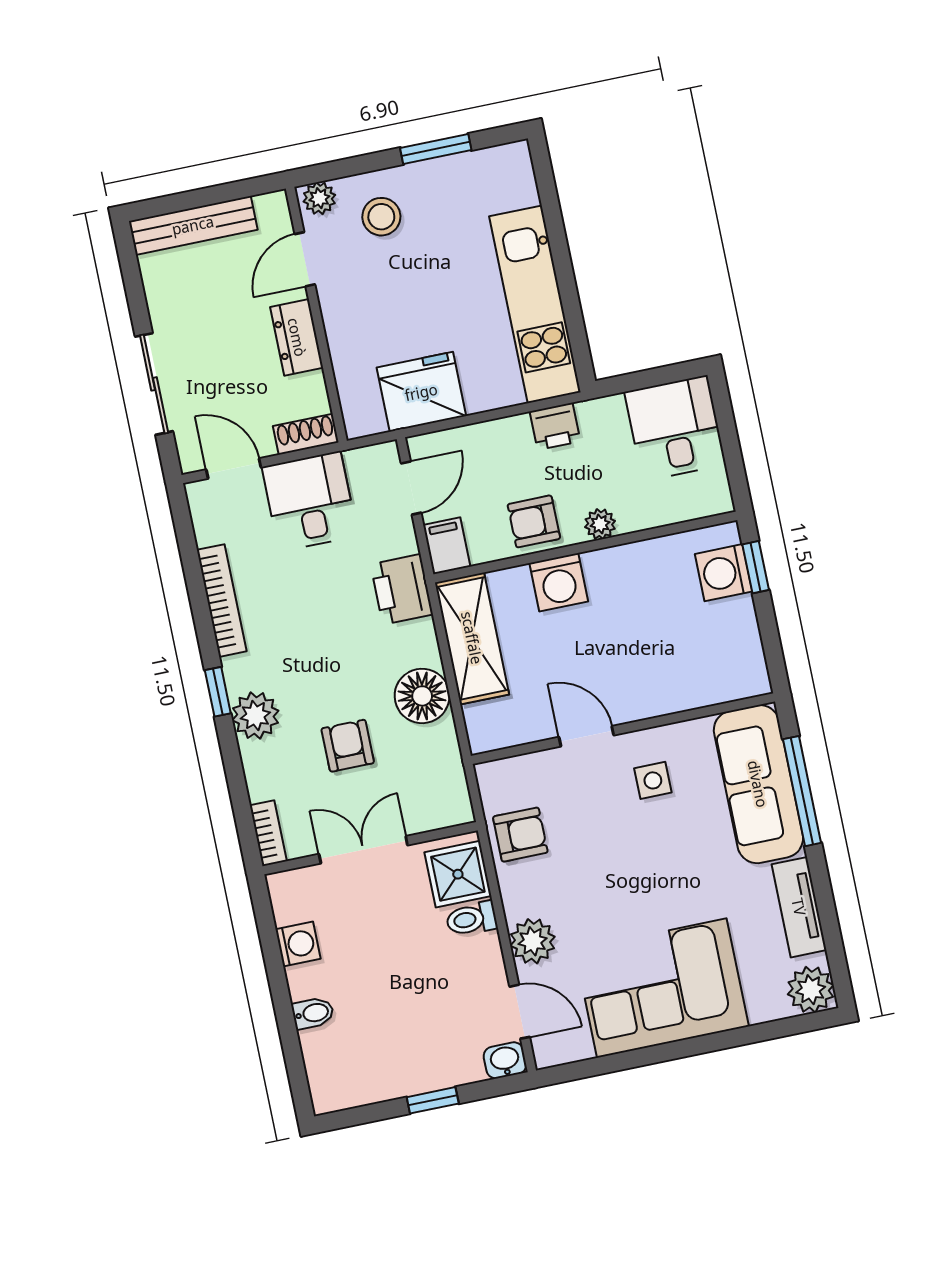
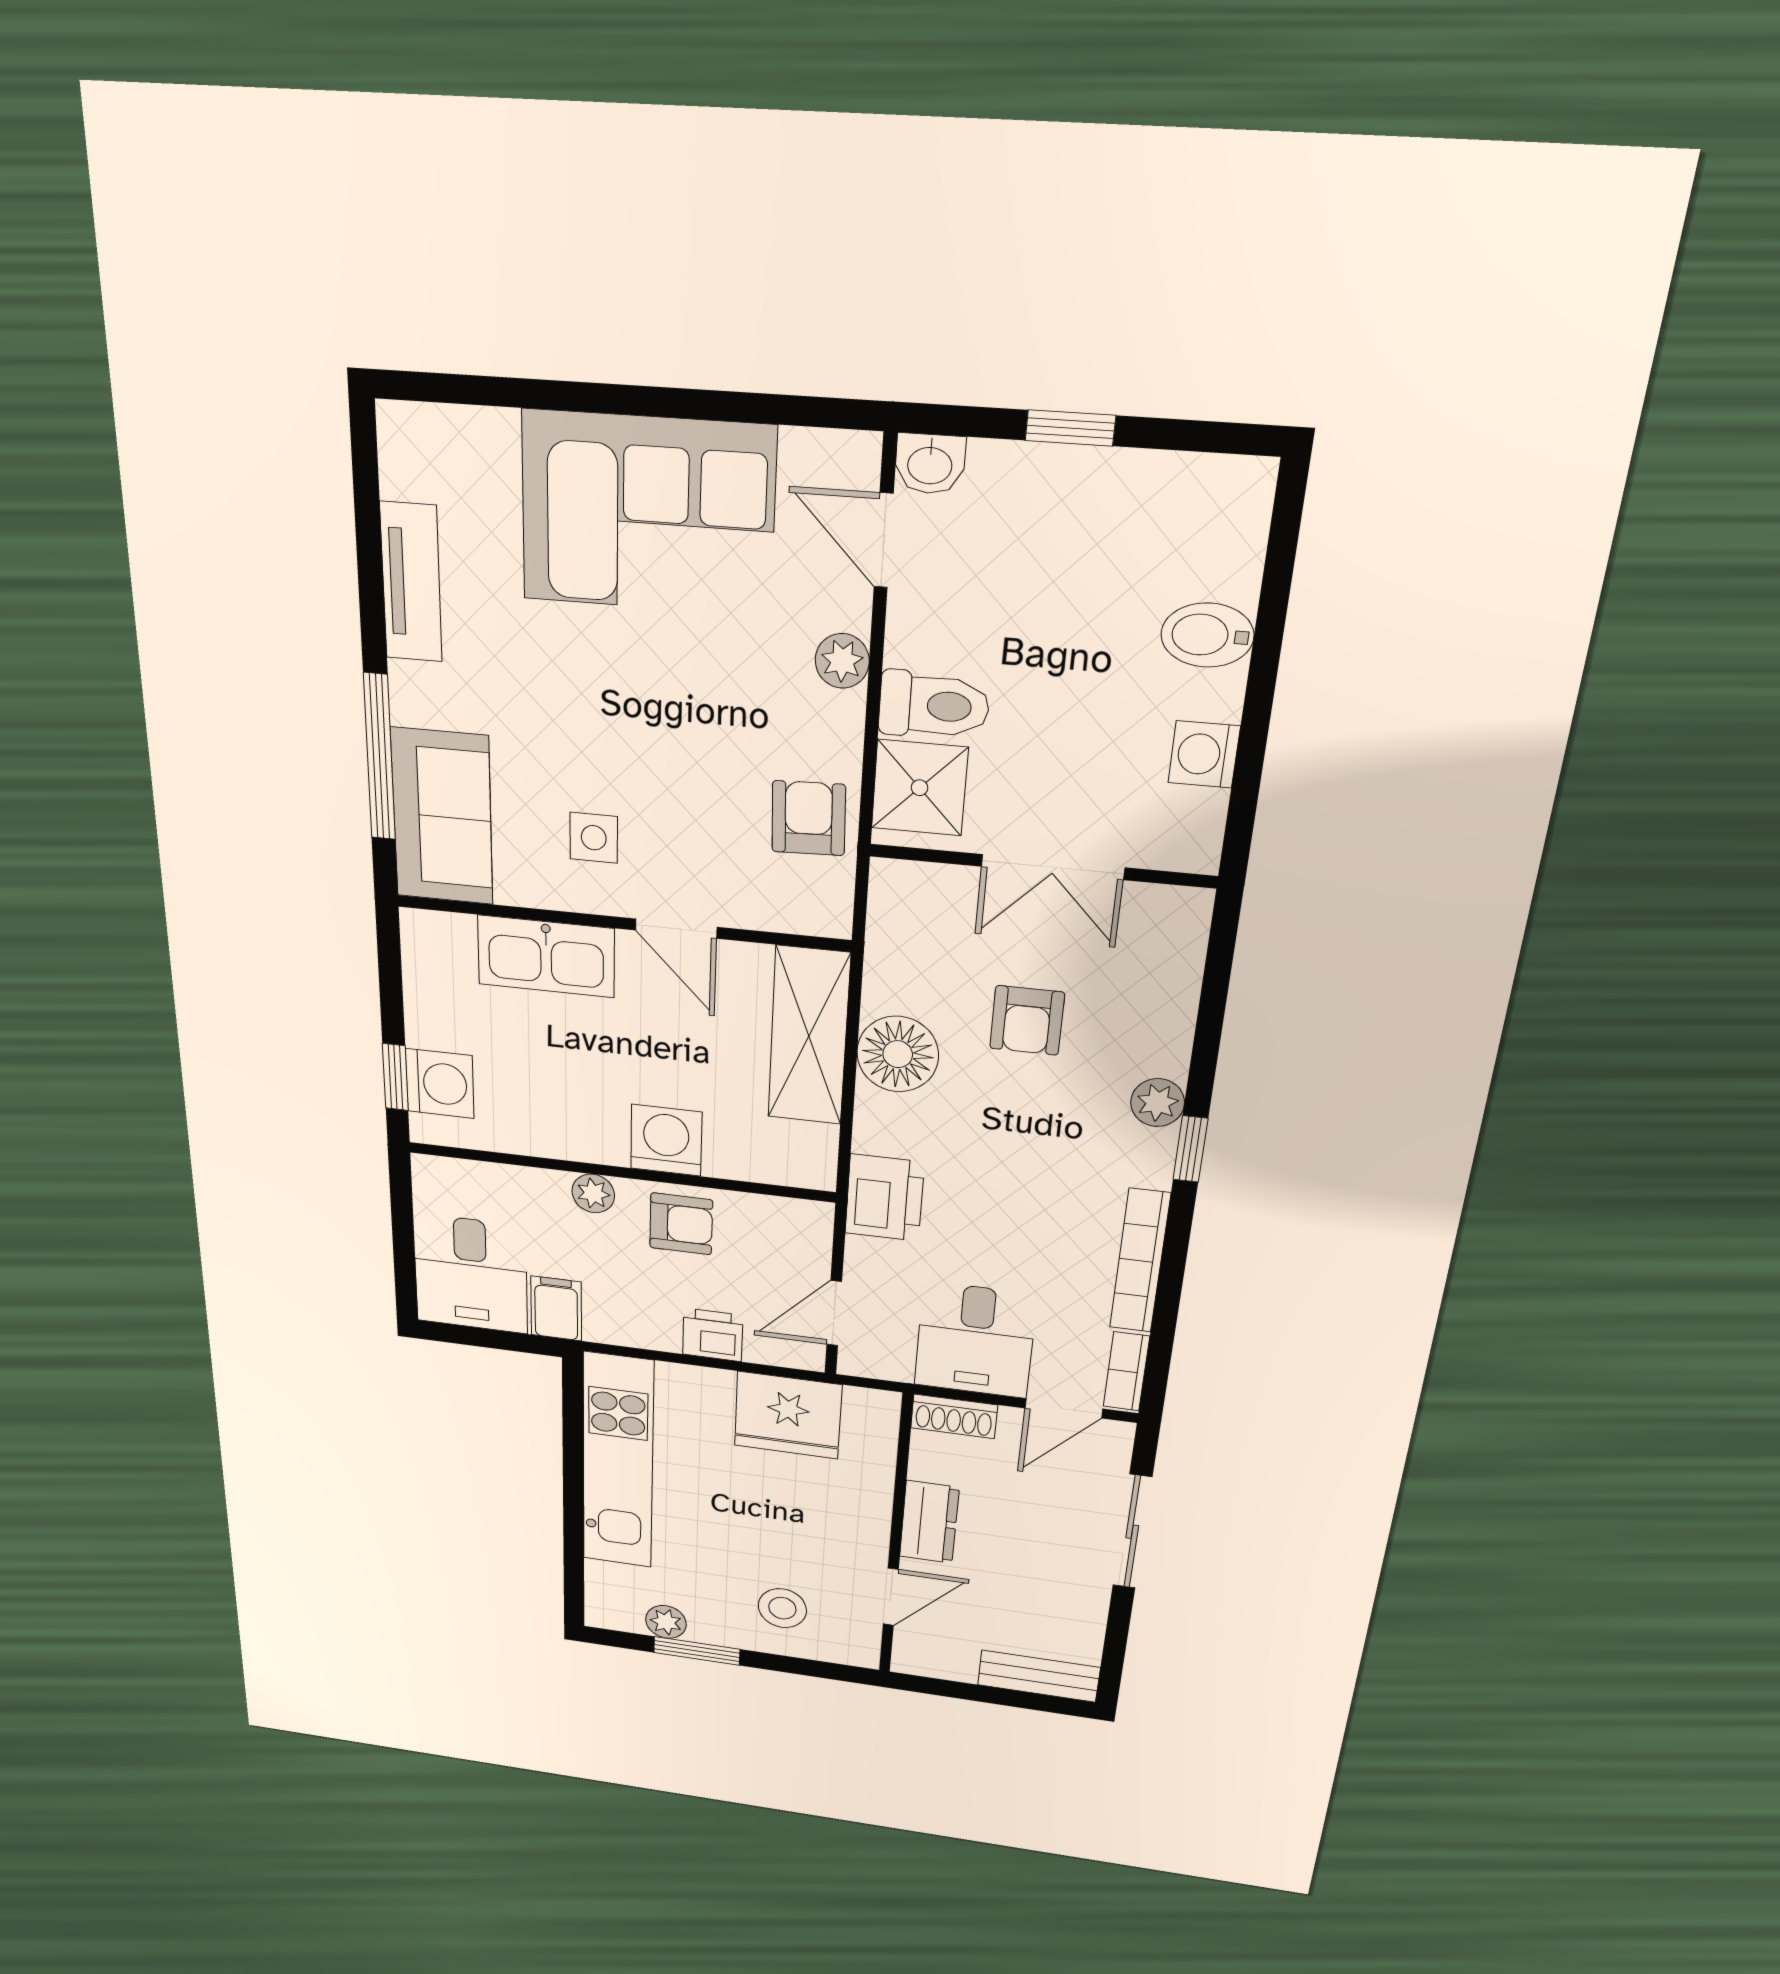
plant: (319, 198) -> (666, 1622), moved
bench: (193, 225) -> (1039, 1676), width x0.73
printer: (555, 426) -> (713, 1335), moved
door: (234, 469) -> (1064, 1408), hinge flipped
filing cabinet: (447, 546) -> (556, 1309), moved, turned 180
shelving: (472, 638) -> (809, 1036), moved
kitchen sink: (668, 690) -> (546, 956), added
plant: (255, 716) -> (1158, 1103), width x0.73, depth x0.73
sofa: (758, 784) -> (442, 817), width x0.73
bookcase: (268, 833) -> (1126, 1371), moved
armchair: (520, 835) -> (809, 818), turned 88
toilet: (472, 919) -> (934, 705), width x1.37, depth x1.39
plant: (533, 941) -> (842, 661), width x0.73, depth x0.73
plant: (811, 990) -> (414, 442), removed
bidet: (313, 1013) -> (1207, 635), width x1.38, depth x1.36

